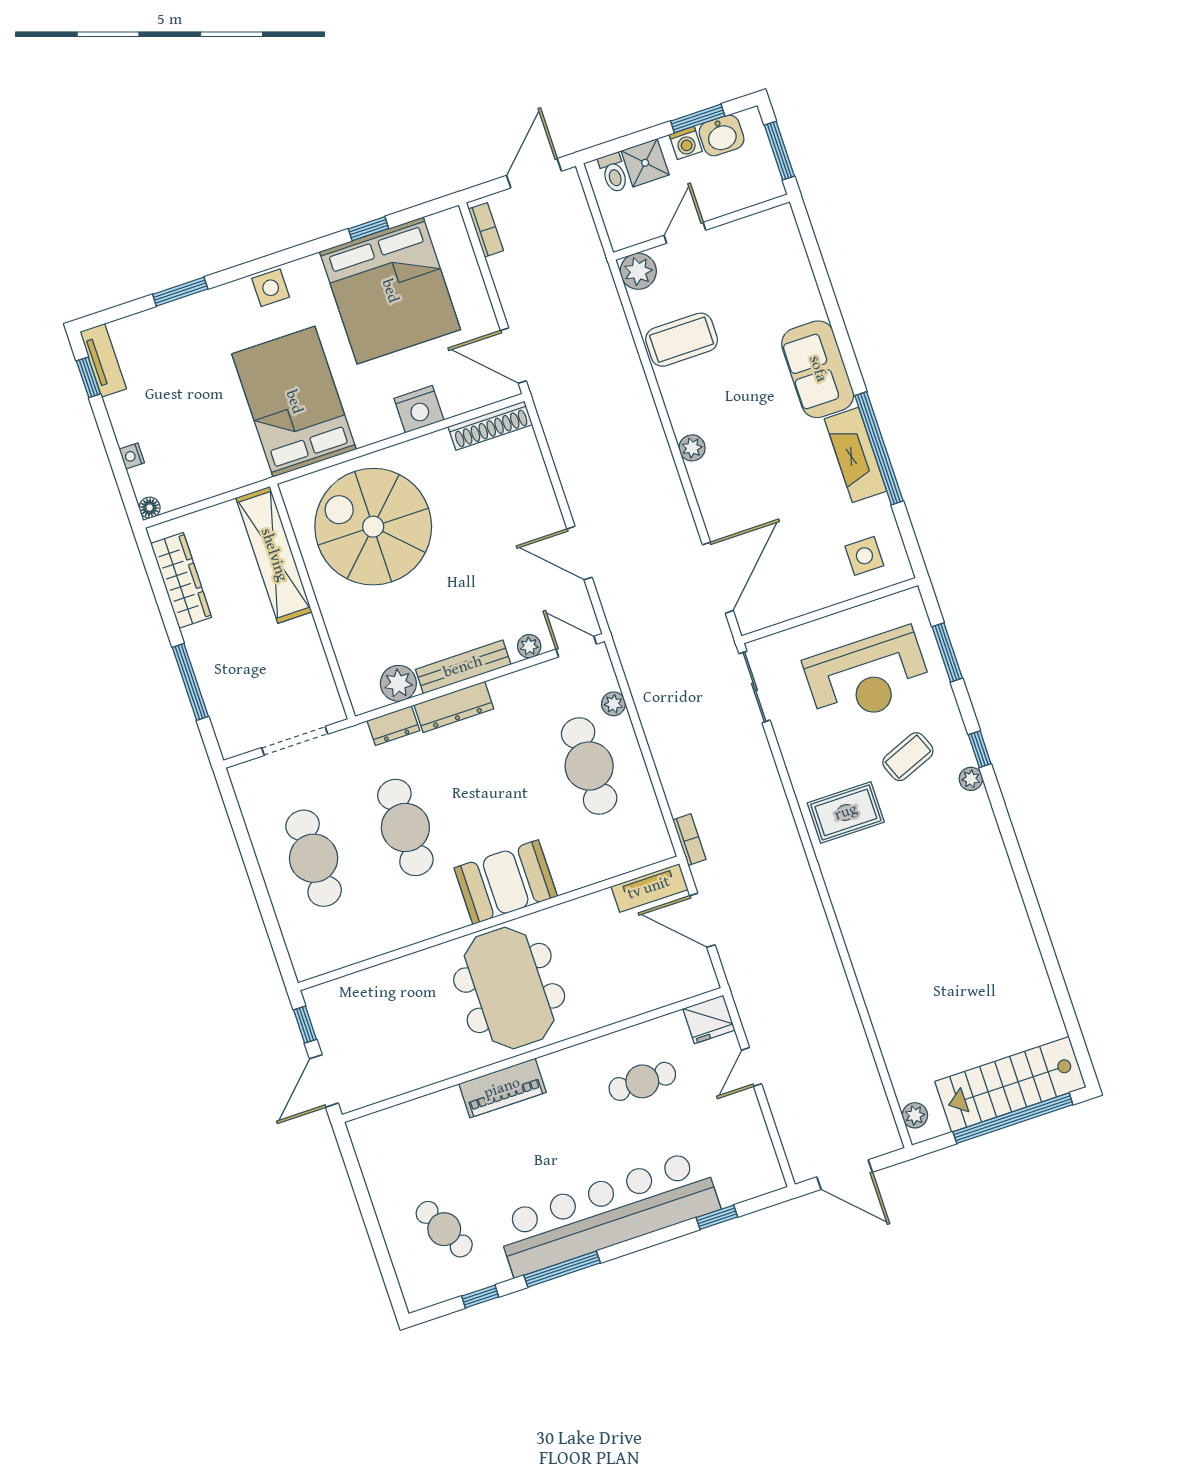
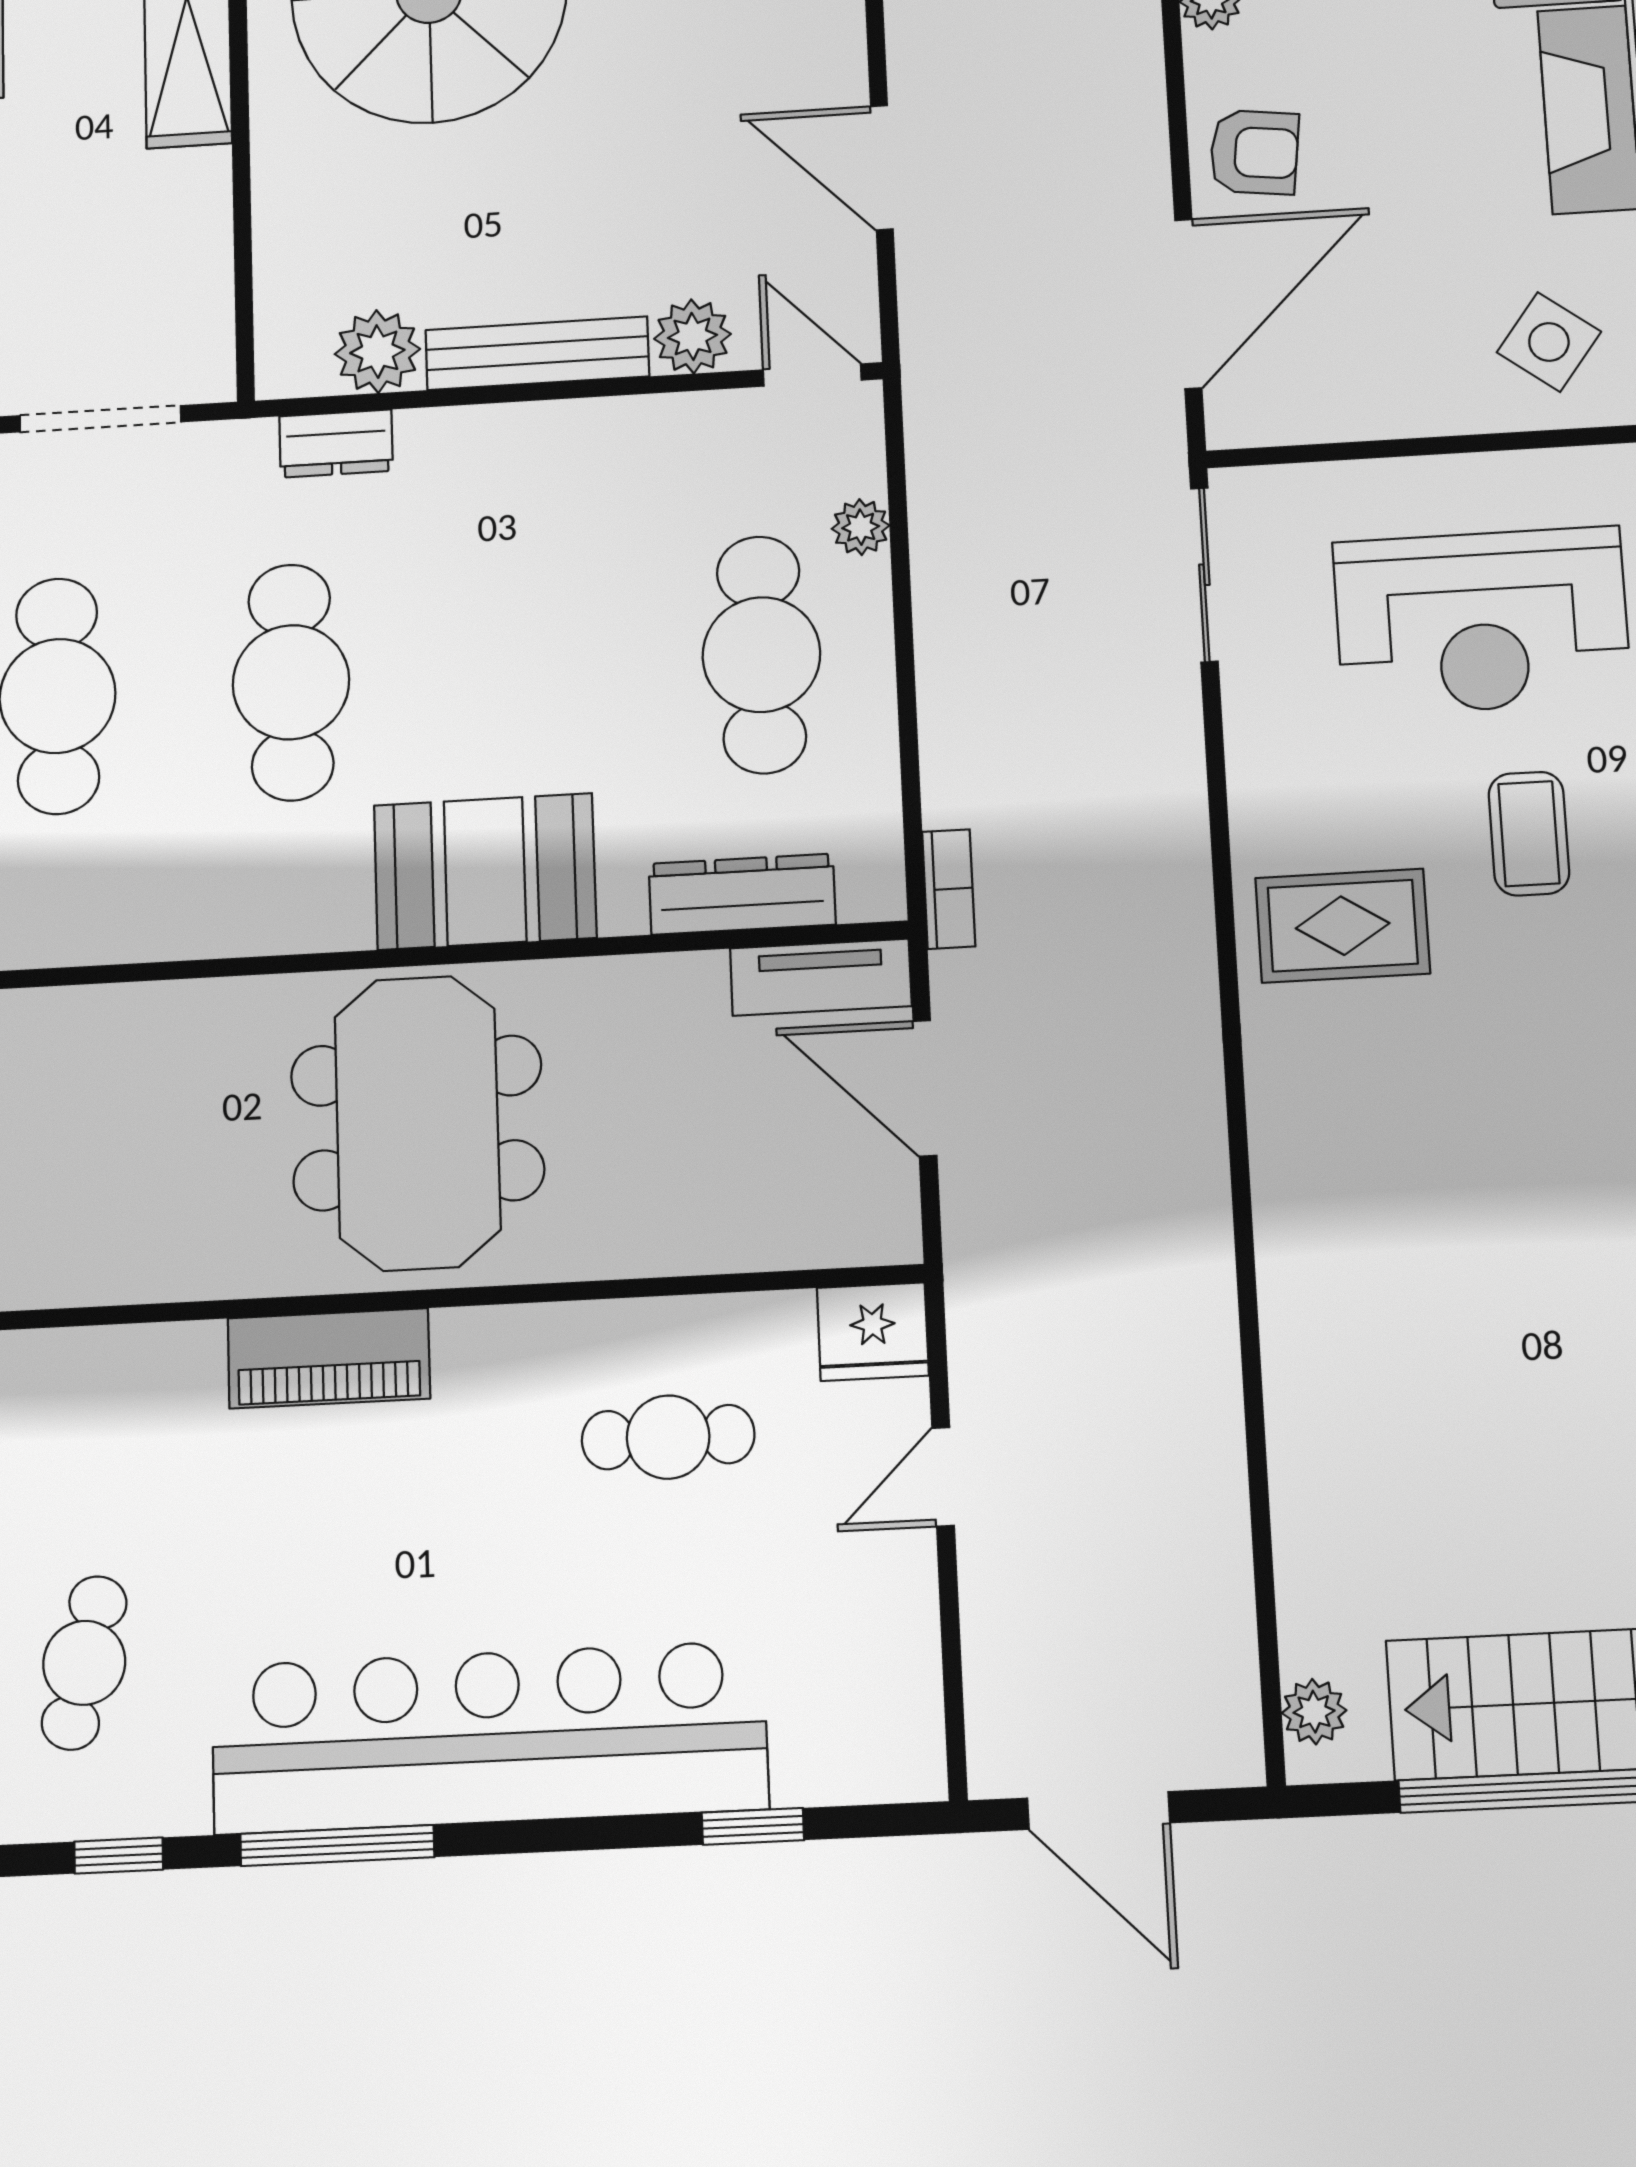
armchair: (727, 508) -> (1254, 152), added
side table: (864, 556) -> (1549, 342), turned 37
plant: (529, 646) -> (692, 336), width x1.38, depth x1.38
dresser: (454, 707) -> (742, 894), moved, turned 180
coffee table: (908, 757) -> (1529, 834), turned -68
cafe table: (444, 1229) -> (84, 1663), turned 41

